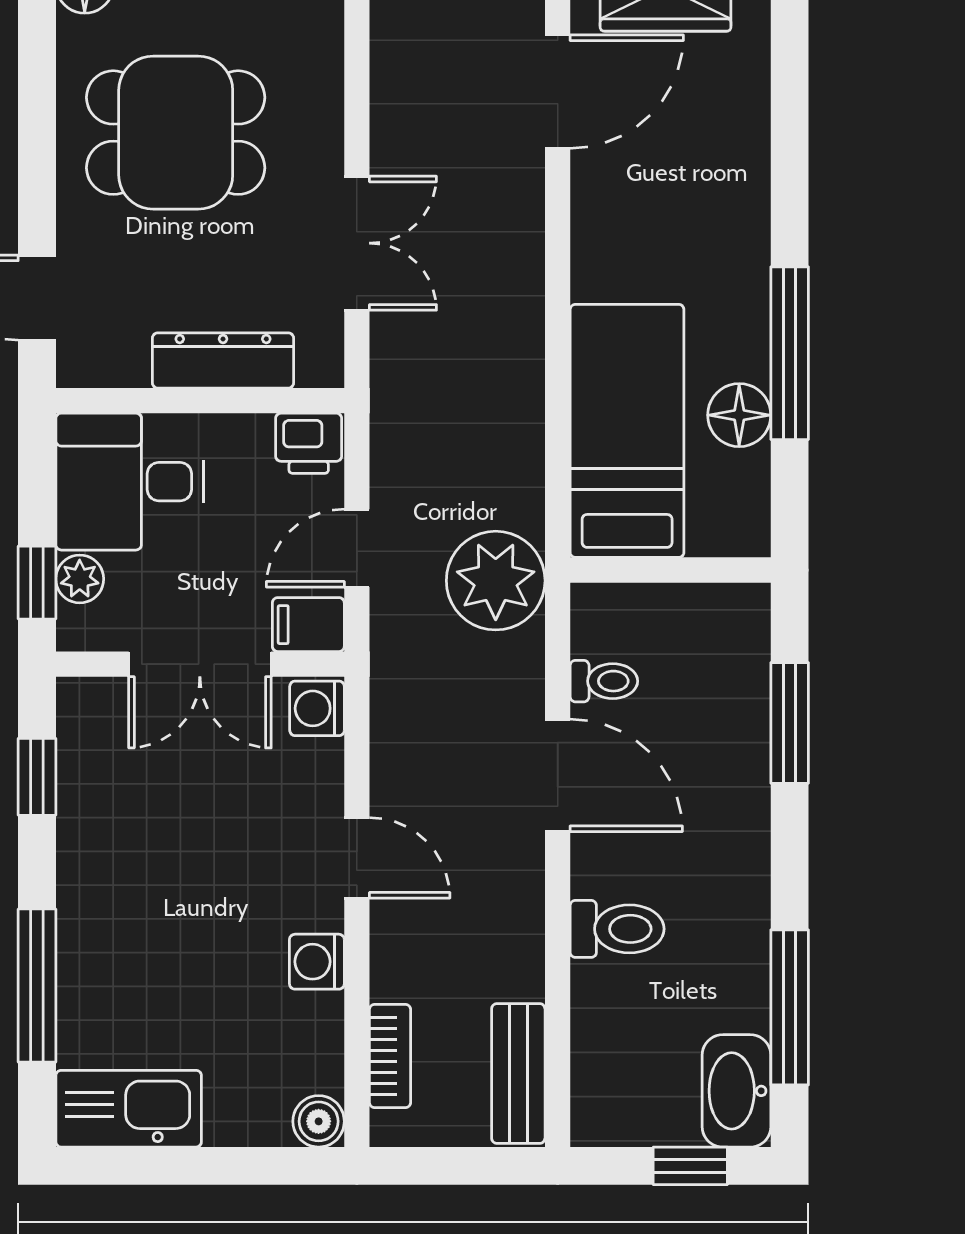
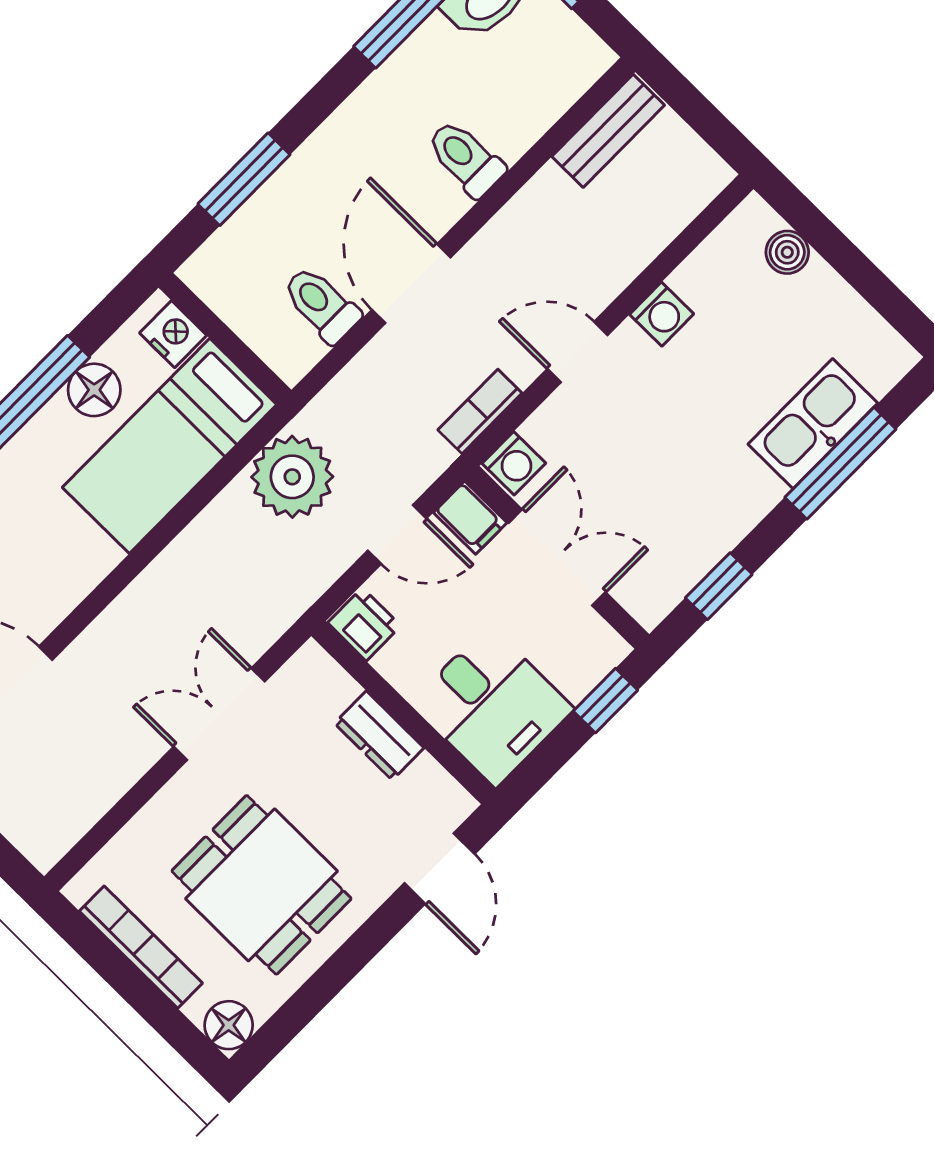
dresser: (223, 361) -> (379, 735), width x0.70
nightstand: (719, 530) -> (173, 334), added
plant: (80, 579) -> (578, 678), removed
plant: (496, 581) -> (292, 477), moved
toilet: (604, 681) -> (321, 304), width x1.37, depth x1.39
door: (357, 858) -> (578, 352), hinge flipped
bookcase: (390, 1056) -> (480, 412), moved
kitchen sink: (129, 1109) -> (813, 424), moved, turned 90
boiler: (319, 1121) -> (787, 252), moved

